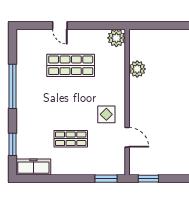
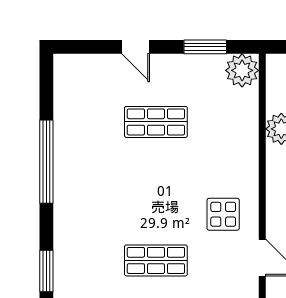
window: (97, 25) -> (205, 47), added
shop shelf: (71, 65) -> (156, 122), width x0.70, depth x0.74

